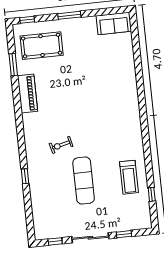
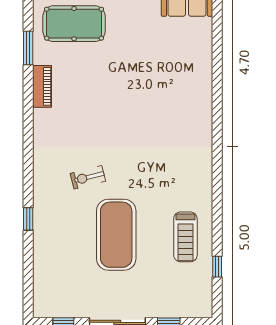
piano: (28, 94) -> (42, 86), width x0.73, depth x0.75
exercise mat: (84, 181) -> (116, 235), width x1.47

